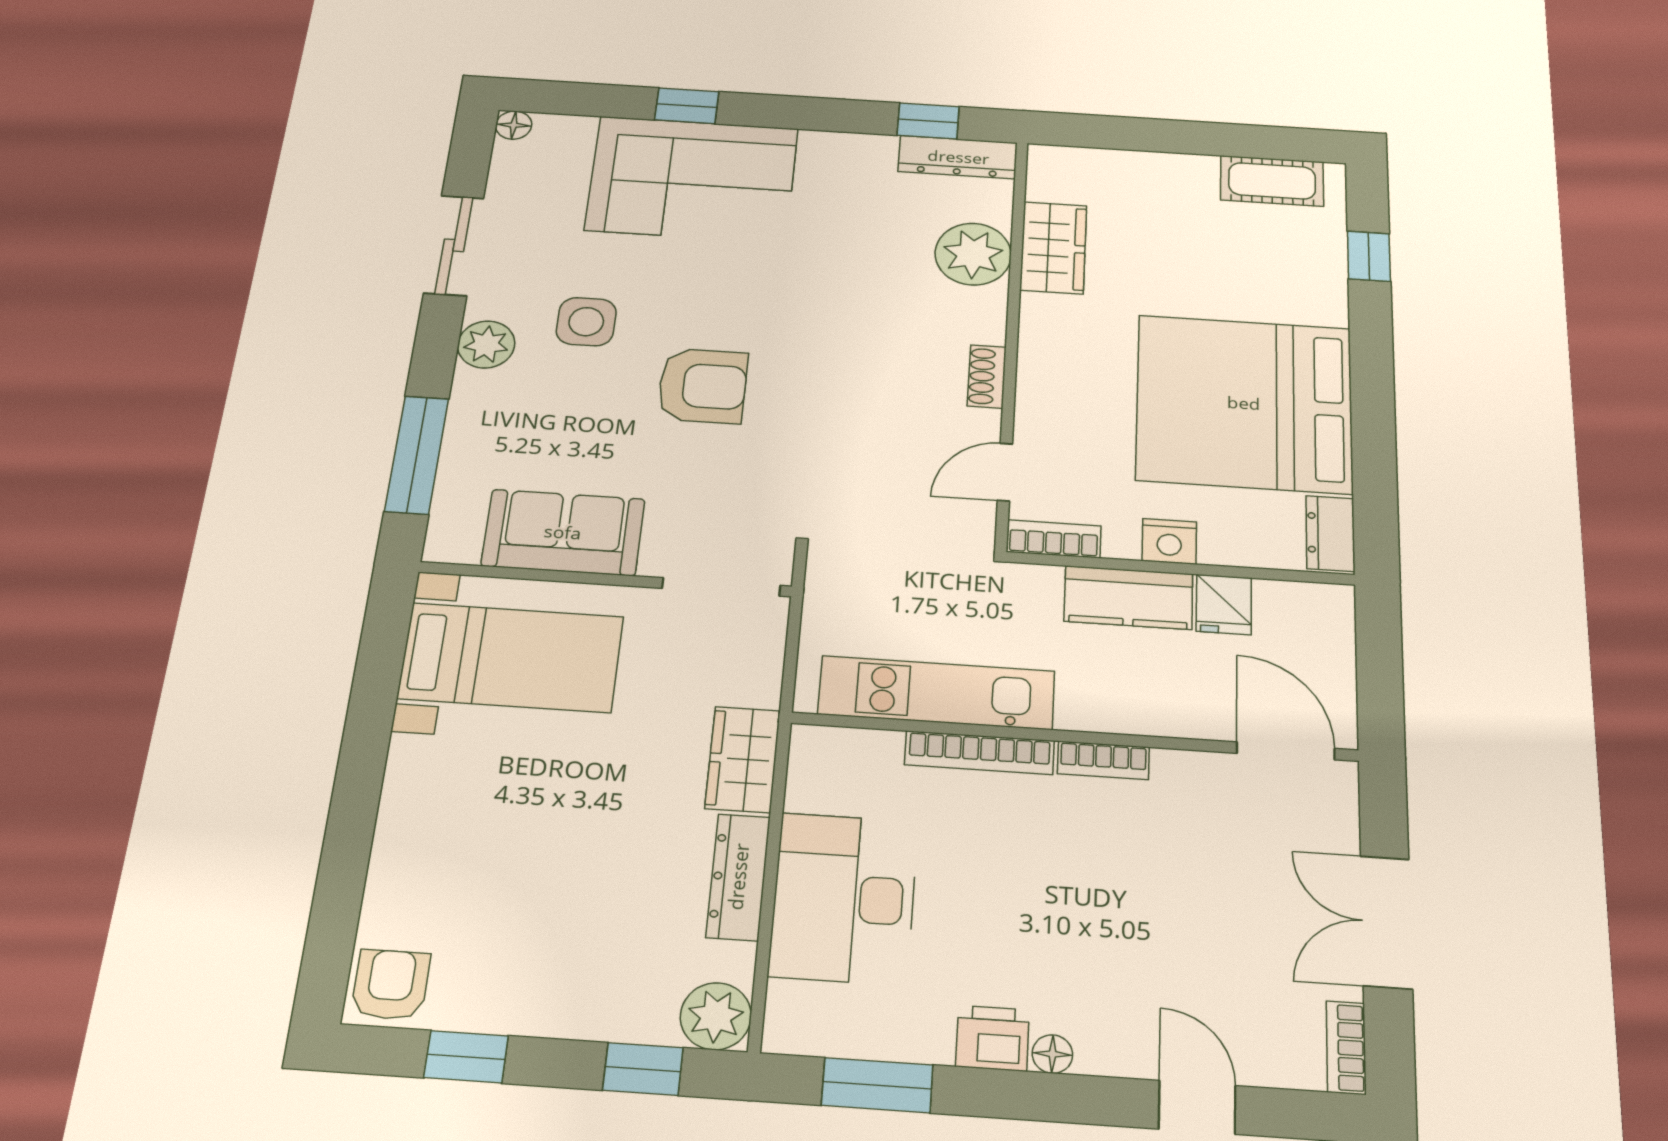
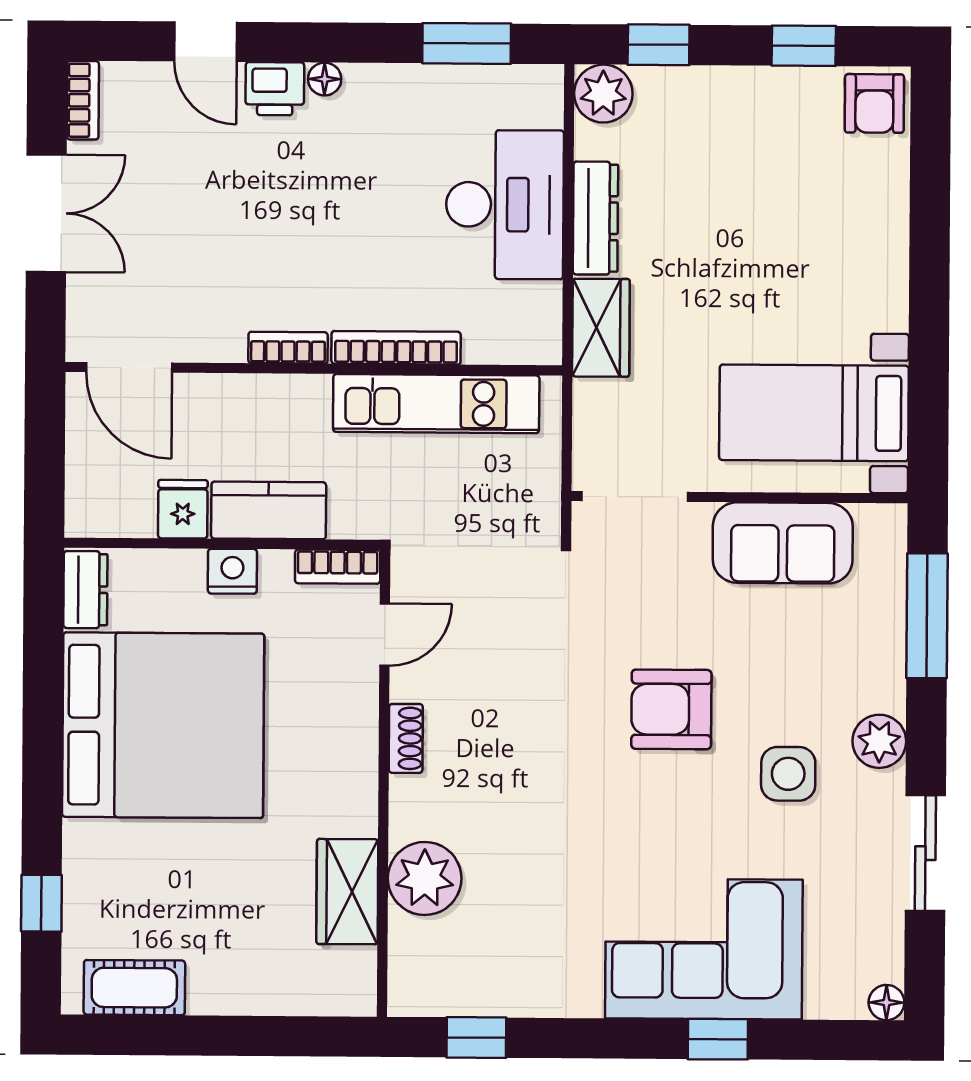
dresser: (958, 157) -> (445, 995), removed
printer: (993, 1038) -> (275, 89), moved

